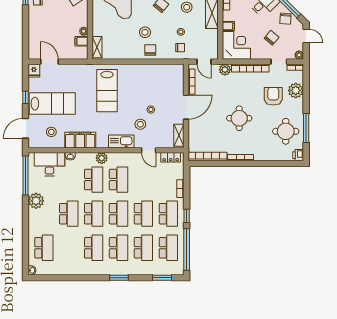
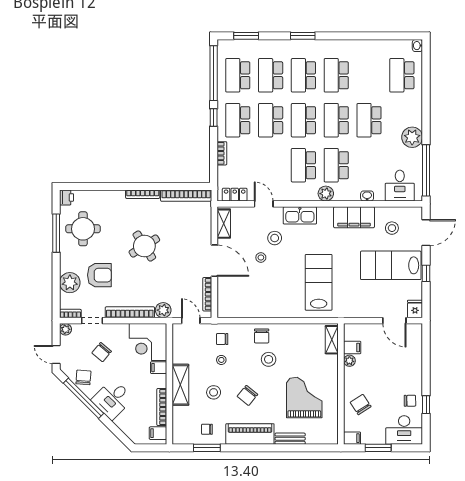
armchair: (273, 96) -> (99, 275), turned -90
door: (186, 107) -> (214, 261), swing flipped
round table: (239, 118) -> (144, 246), turned -32
desk: (50, 164) -> (400, 186), width x0.73

